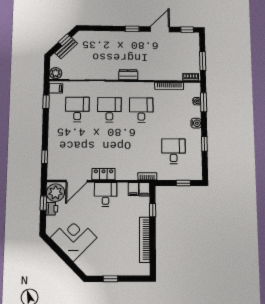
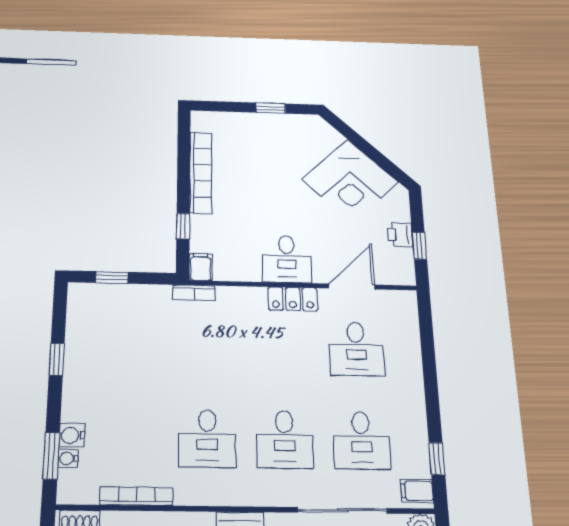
water cooler: (196, 123) -> (72, 435), moved
desk: (174, 151) -> (356, 349), moved
window: (45, 157) -> (427, 337), removed
filing cabinet: (133, 189) -> (225, 268), removed
plant: (56, 193) -> (395, 265), removed

